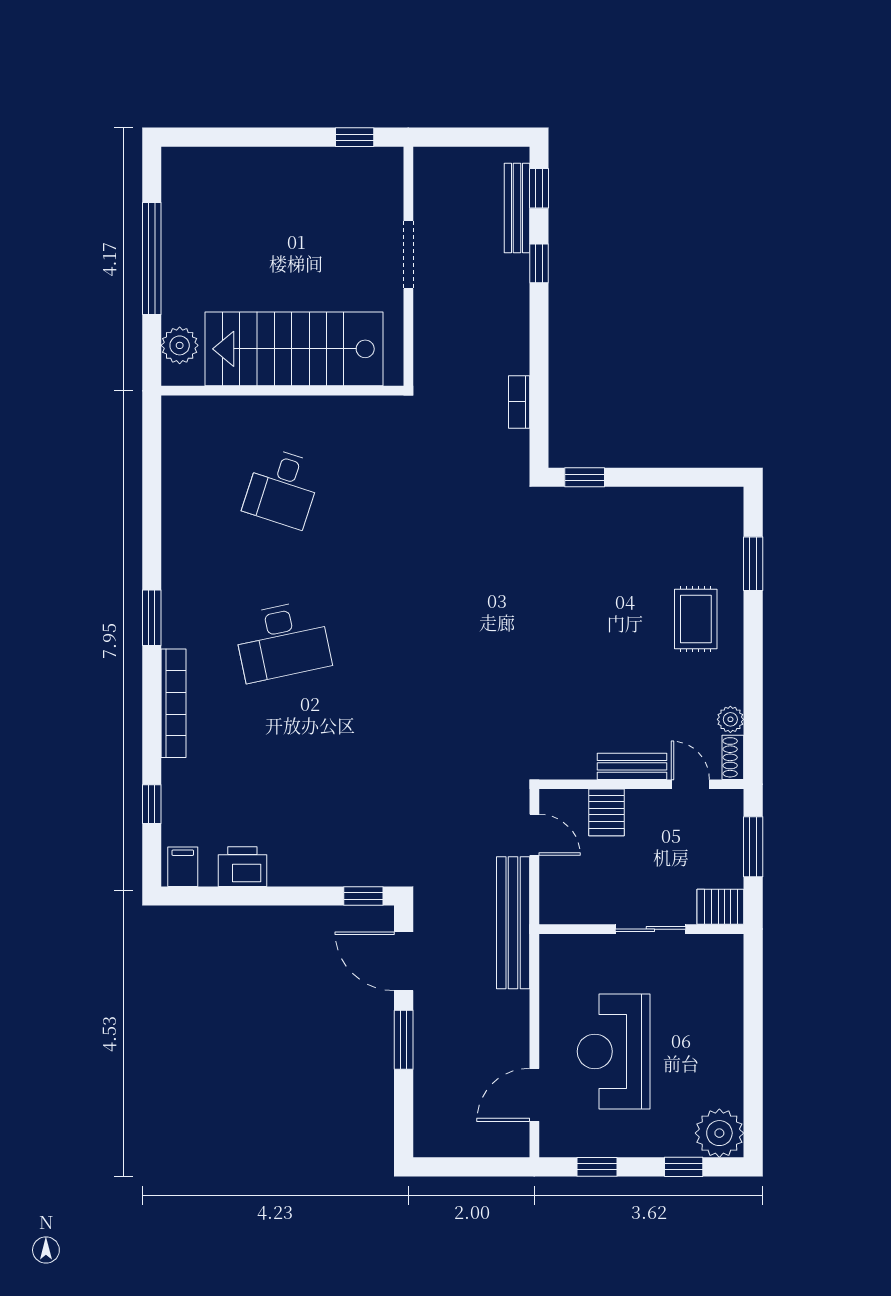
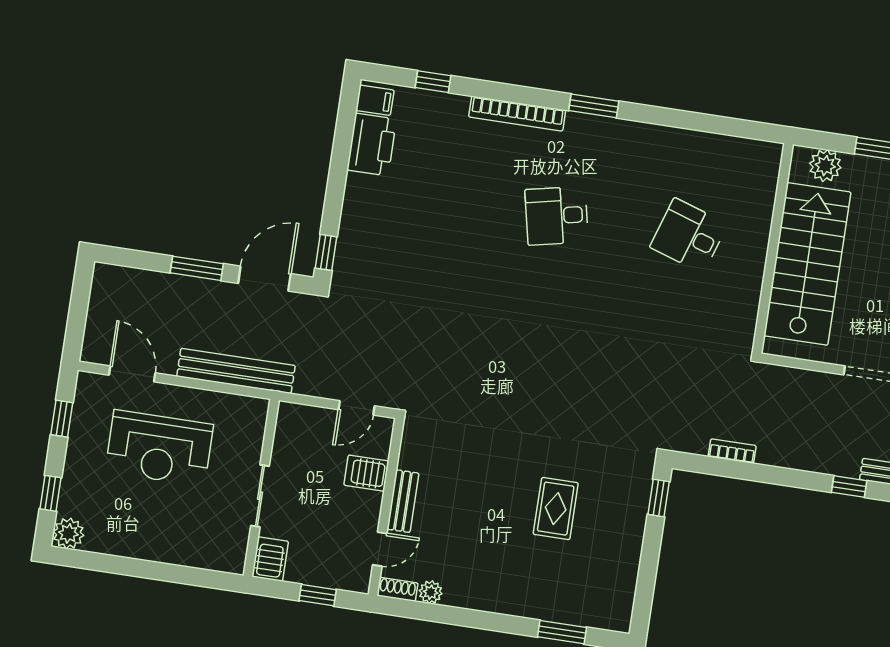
rug: (696, 619) -> (556, 509), moved, turned 90
desk: (282, 641) -> (557, 216), width x0.73
window: (753, 847) -> (318, 595), width x0.67
printer: (242, 867) -> (372, 144), width x1.37, depth x1.19
bench: (513, 923) -> (236, 371), moved
reception desk: (614, 1051) -> (159, 448), turned 180
plant: (719, 1133) -> (68, 533), width x0.73, depth x0.73

